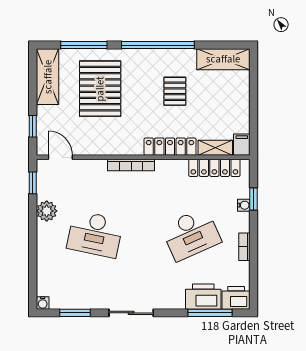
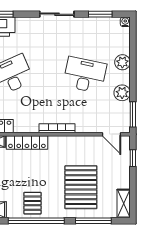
shelving: (48, 77) -> (124, 204), width x0.67, depth x0.75
pallet: (175, 91) -> (33, 203), moved
window: (33, 183) -> (133, 114), width x1.50
plant: (46, 251) -> (122, 62), added

